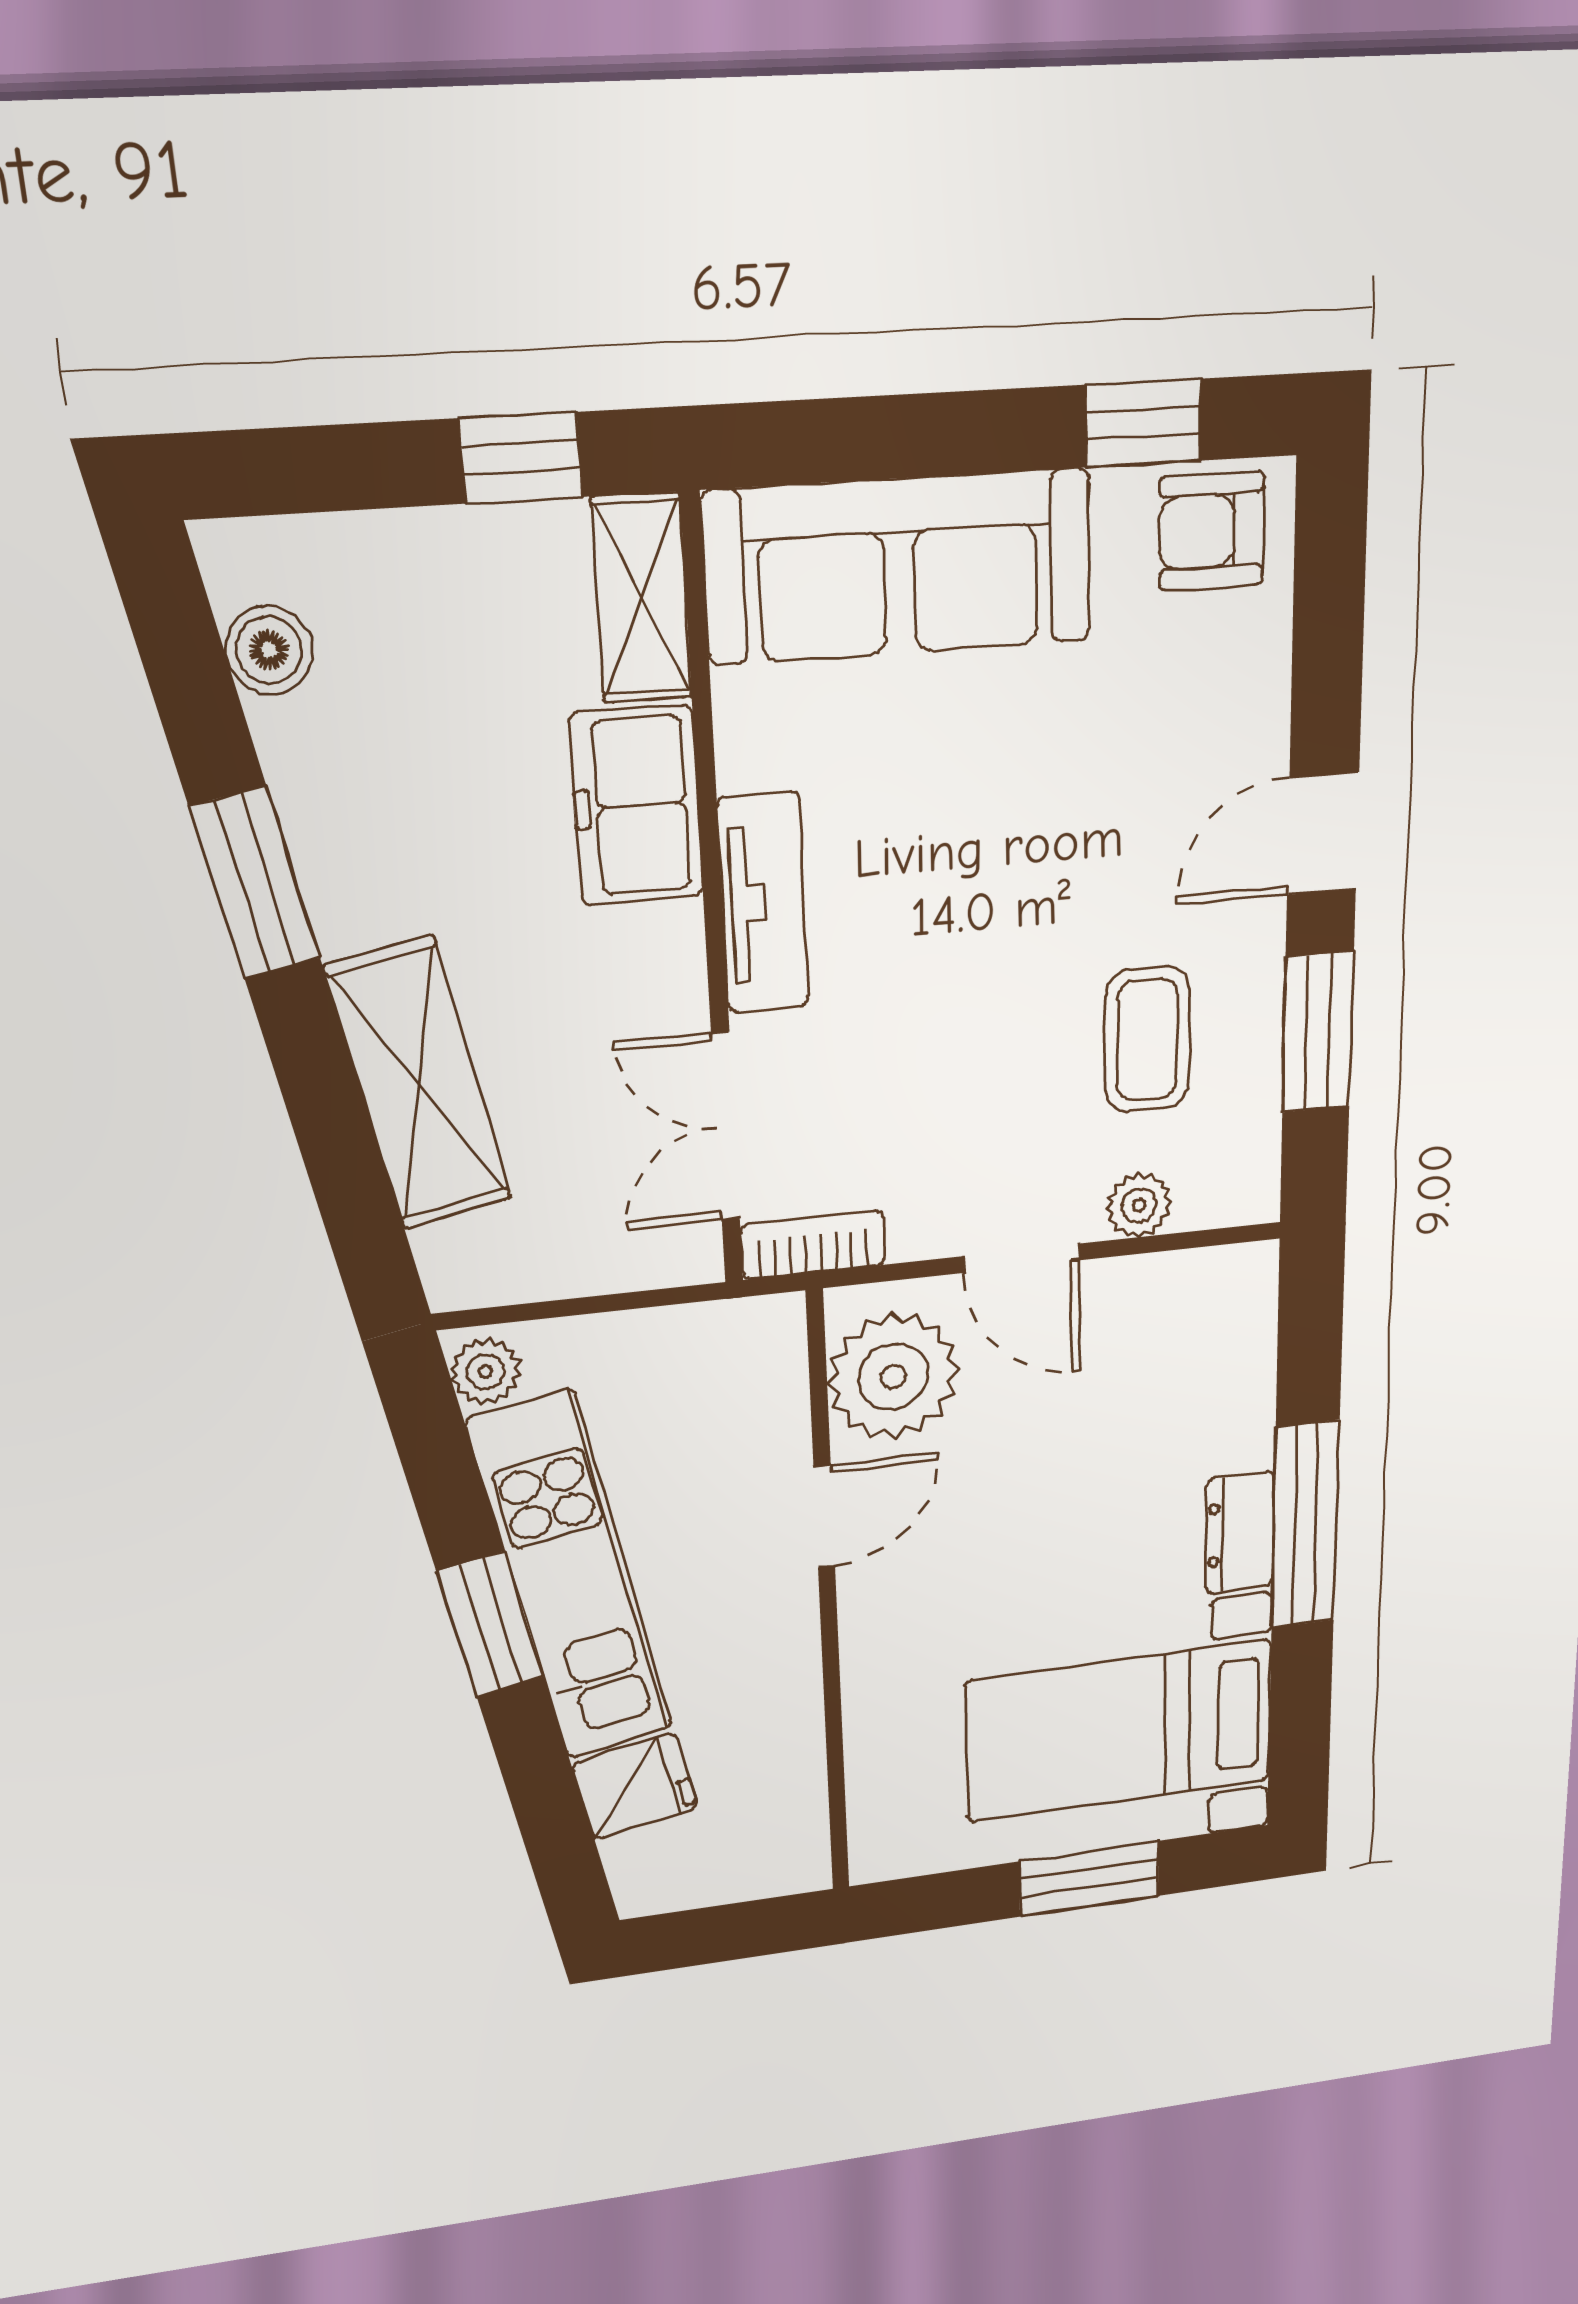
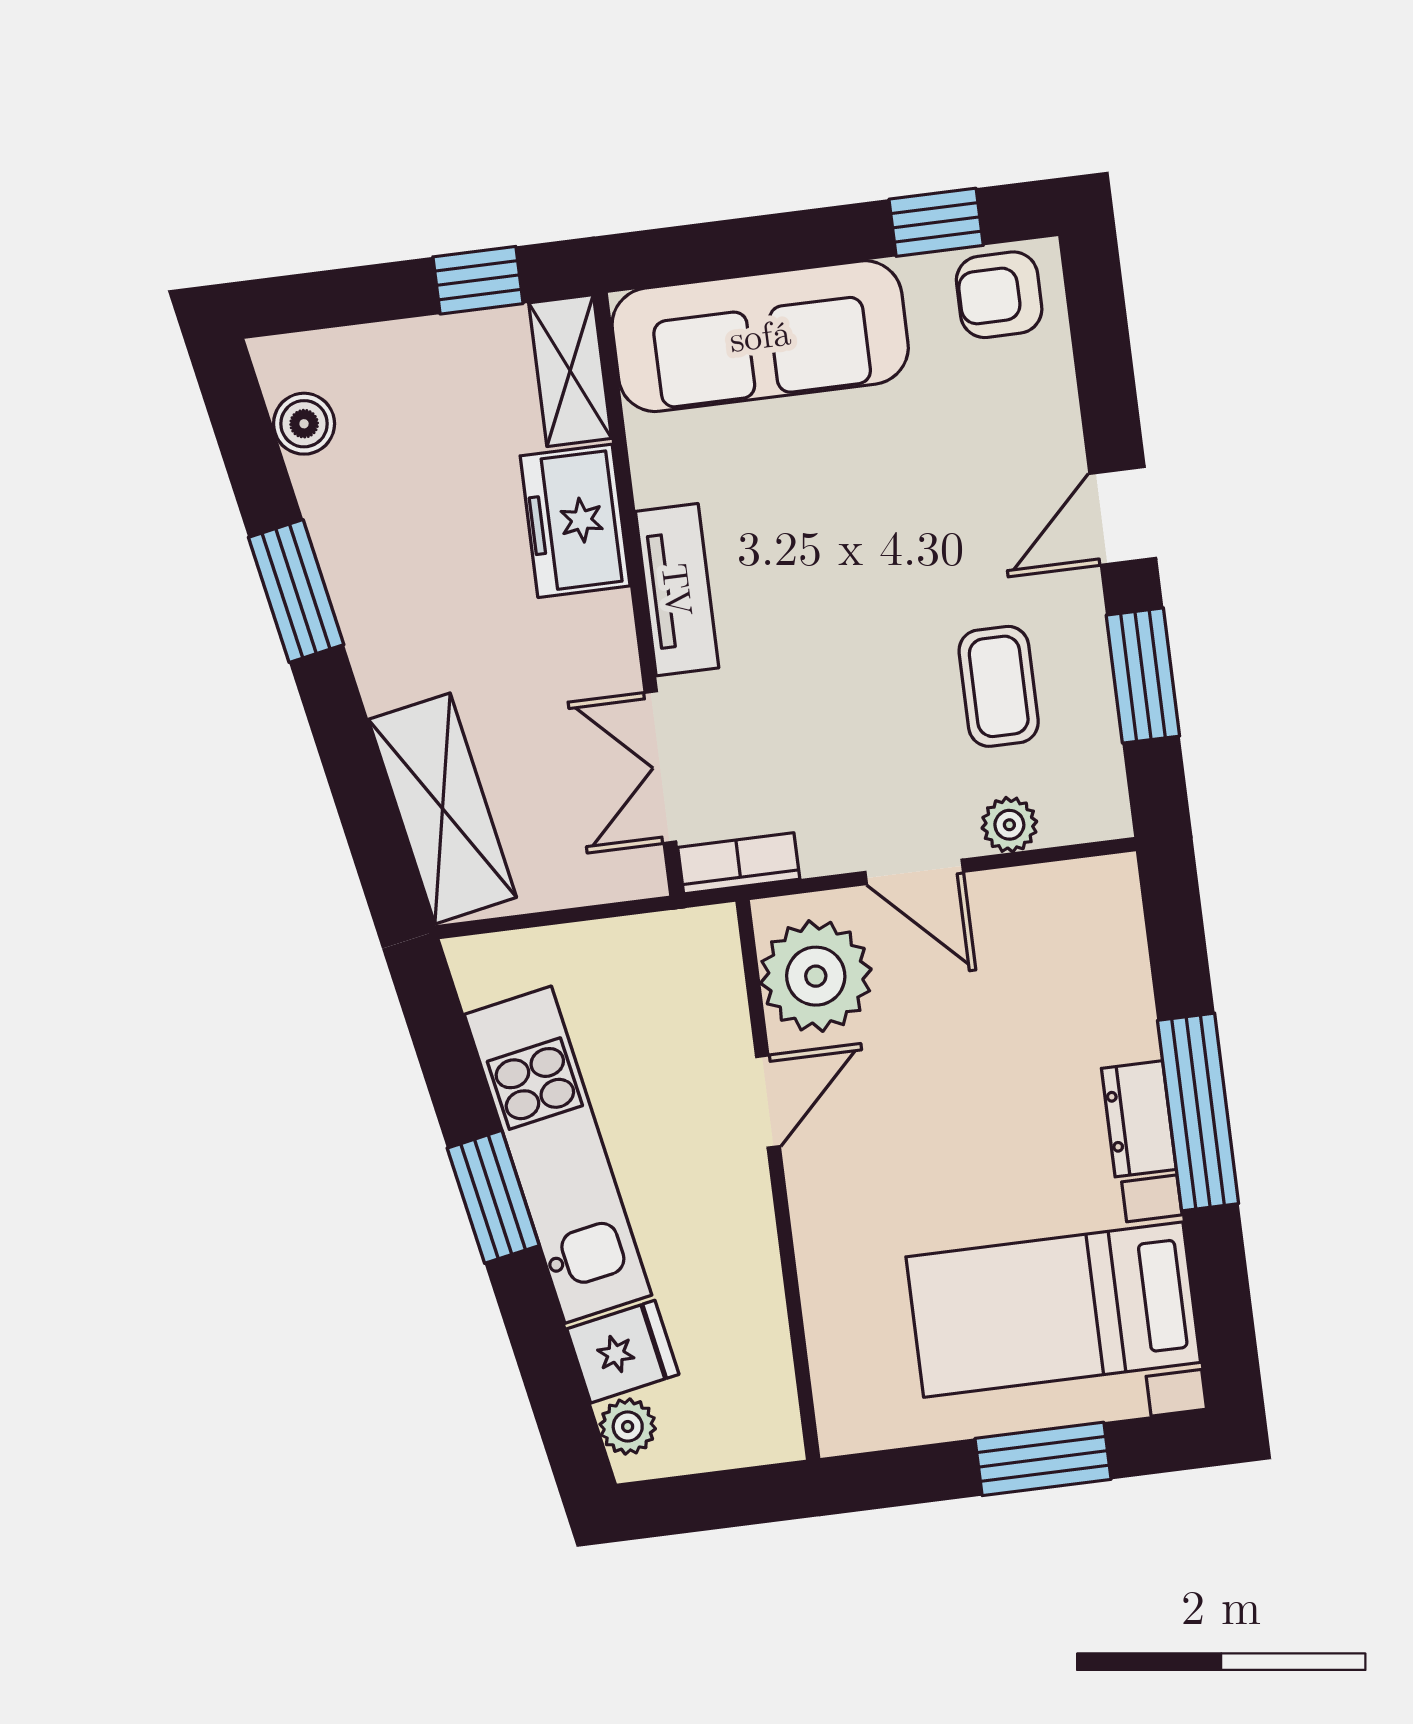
shelving: (419, 1084) -> (442, 808), moved
plant: (486, 1372) -> (628, 1426), moved

